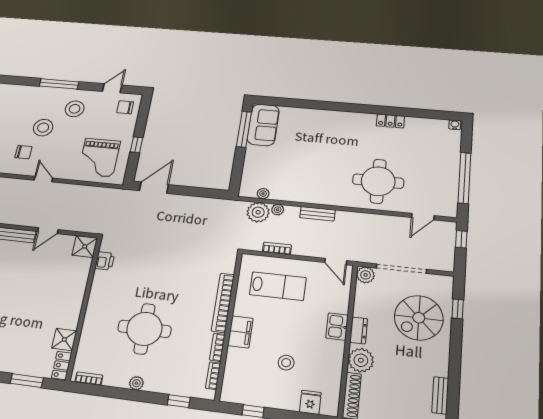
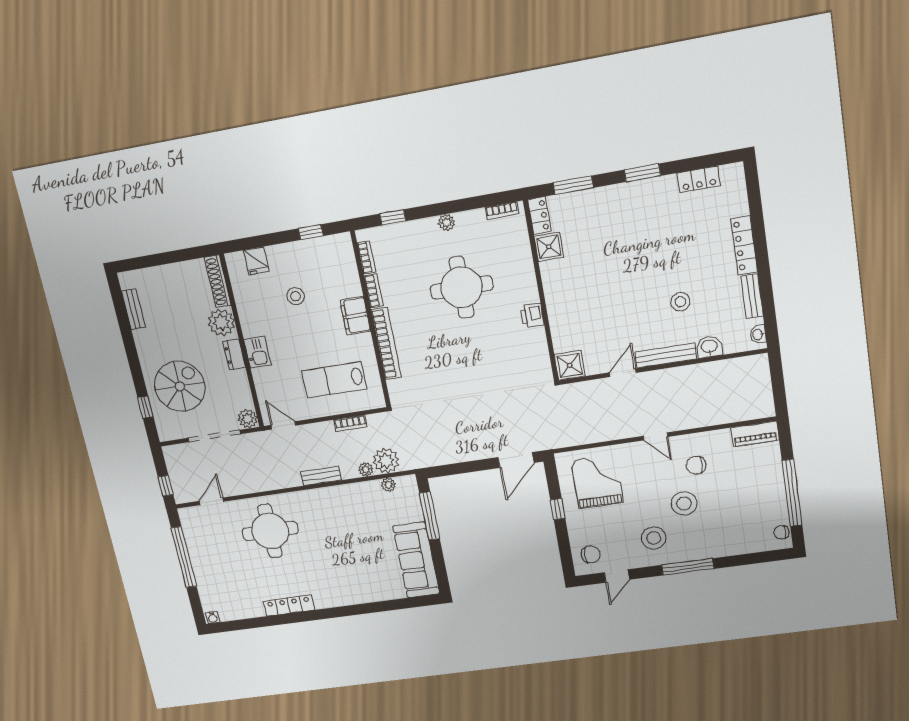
locker: (390, 121) -> (289, 606), width x1.53
sofa: (263, 125) -> (416, 560), width x1.36
window: (244, 129) -> (430, 516), moved
printer: (105, 261) -> (532, 315), moved

